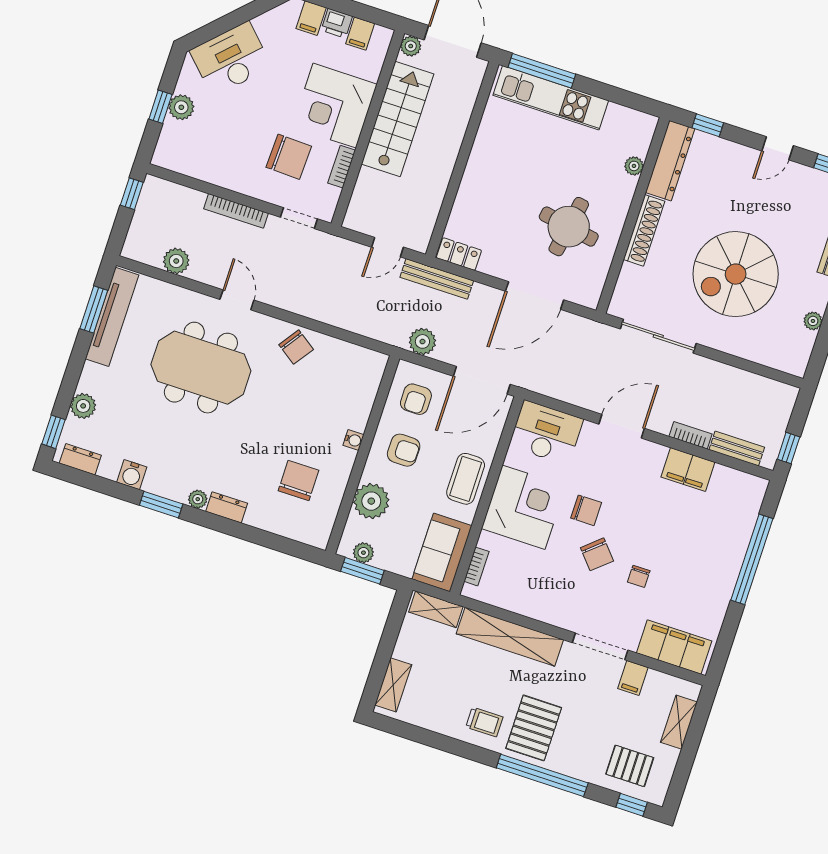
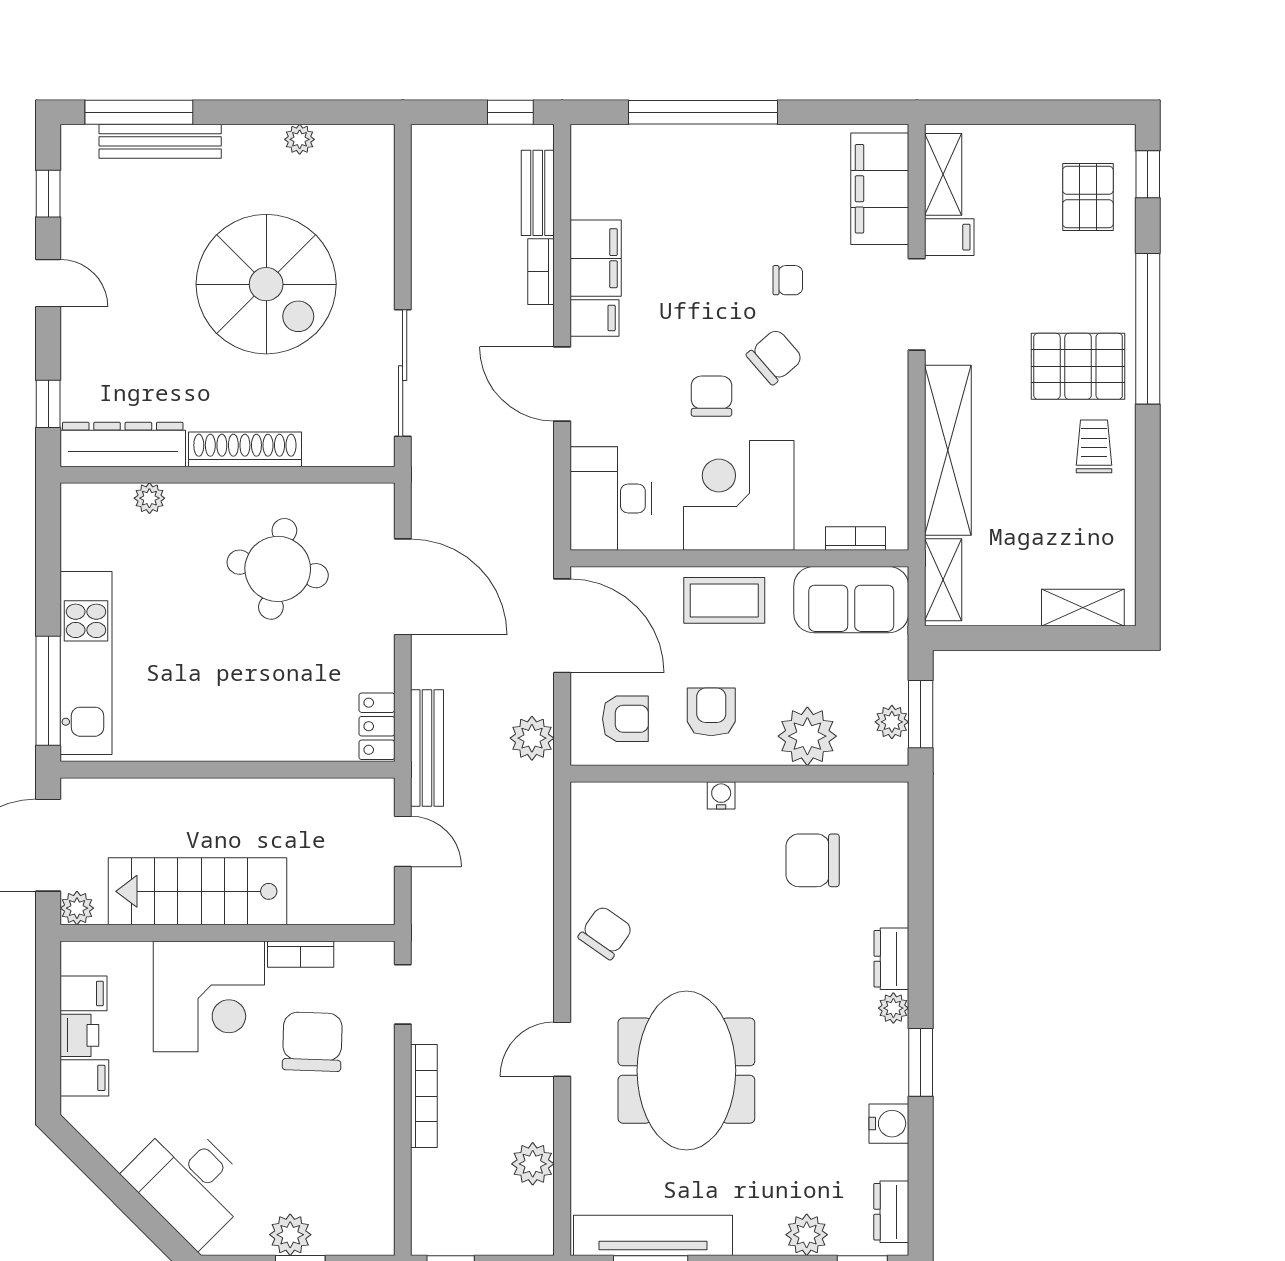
filing cabinet: (654, 458) -> (594, 318), added
shelving: (679, 722) -> (943, 174), moved, turned 90

